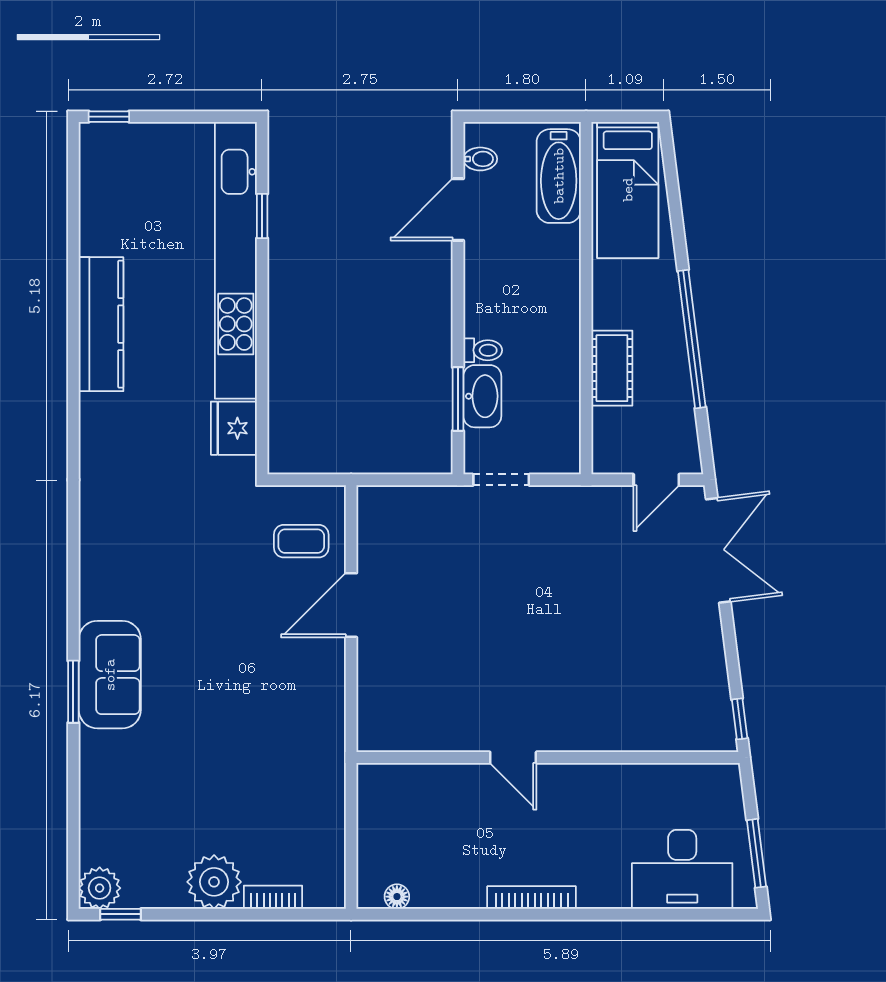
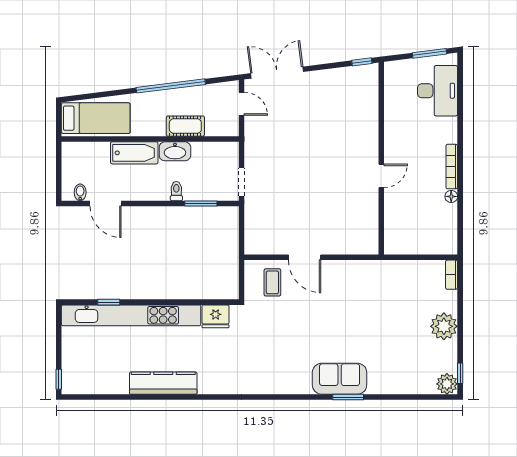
bathtub: (559, 176) -> (134, 153), moved
washbasin: (482, 396) -> (175, 151), moved, turned 180
bookcase: (273, 897) -> (452, 275), moved
floor lamp: (397, 897) -> (451, 196), moved

